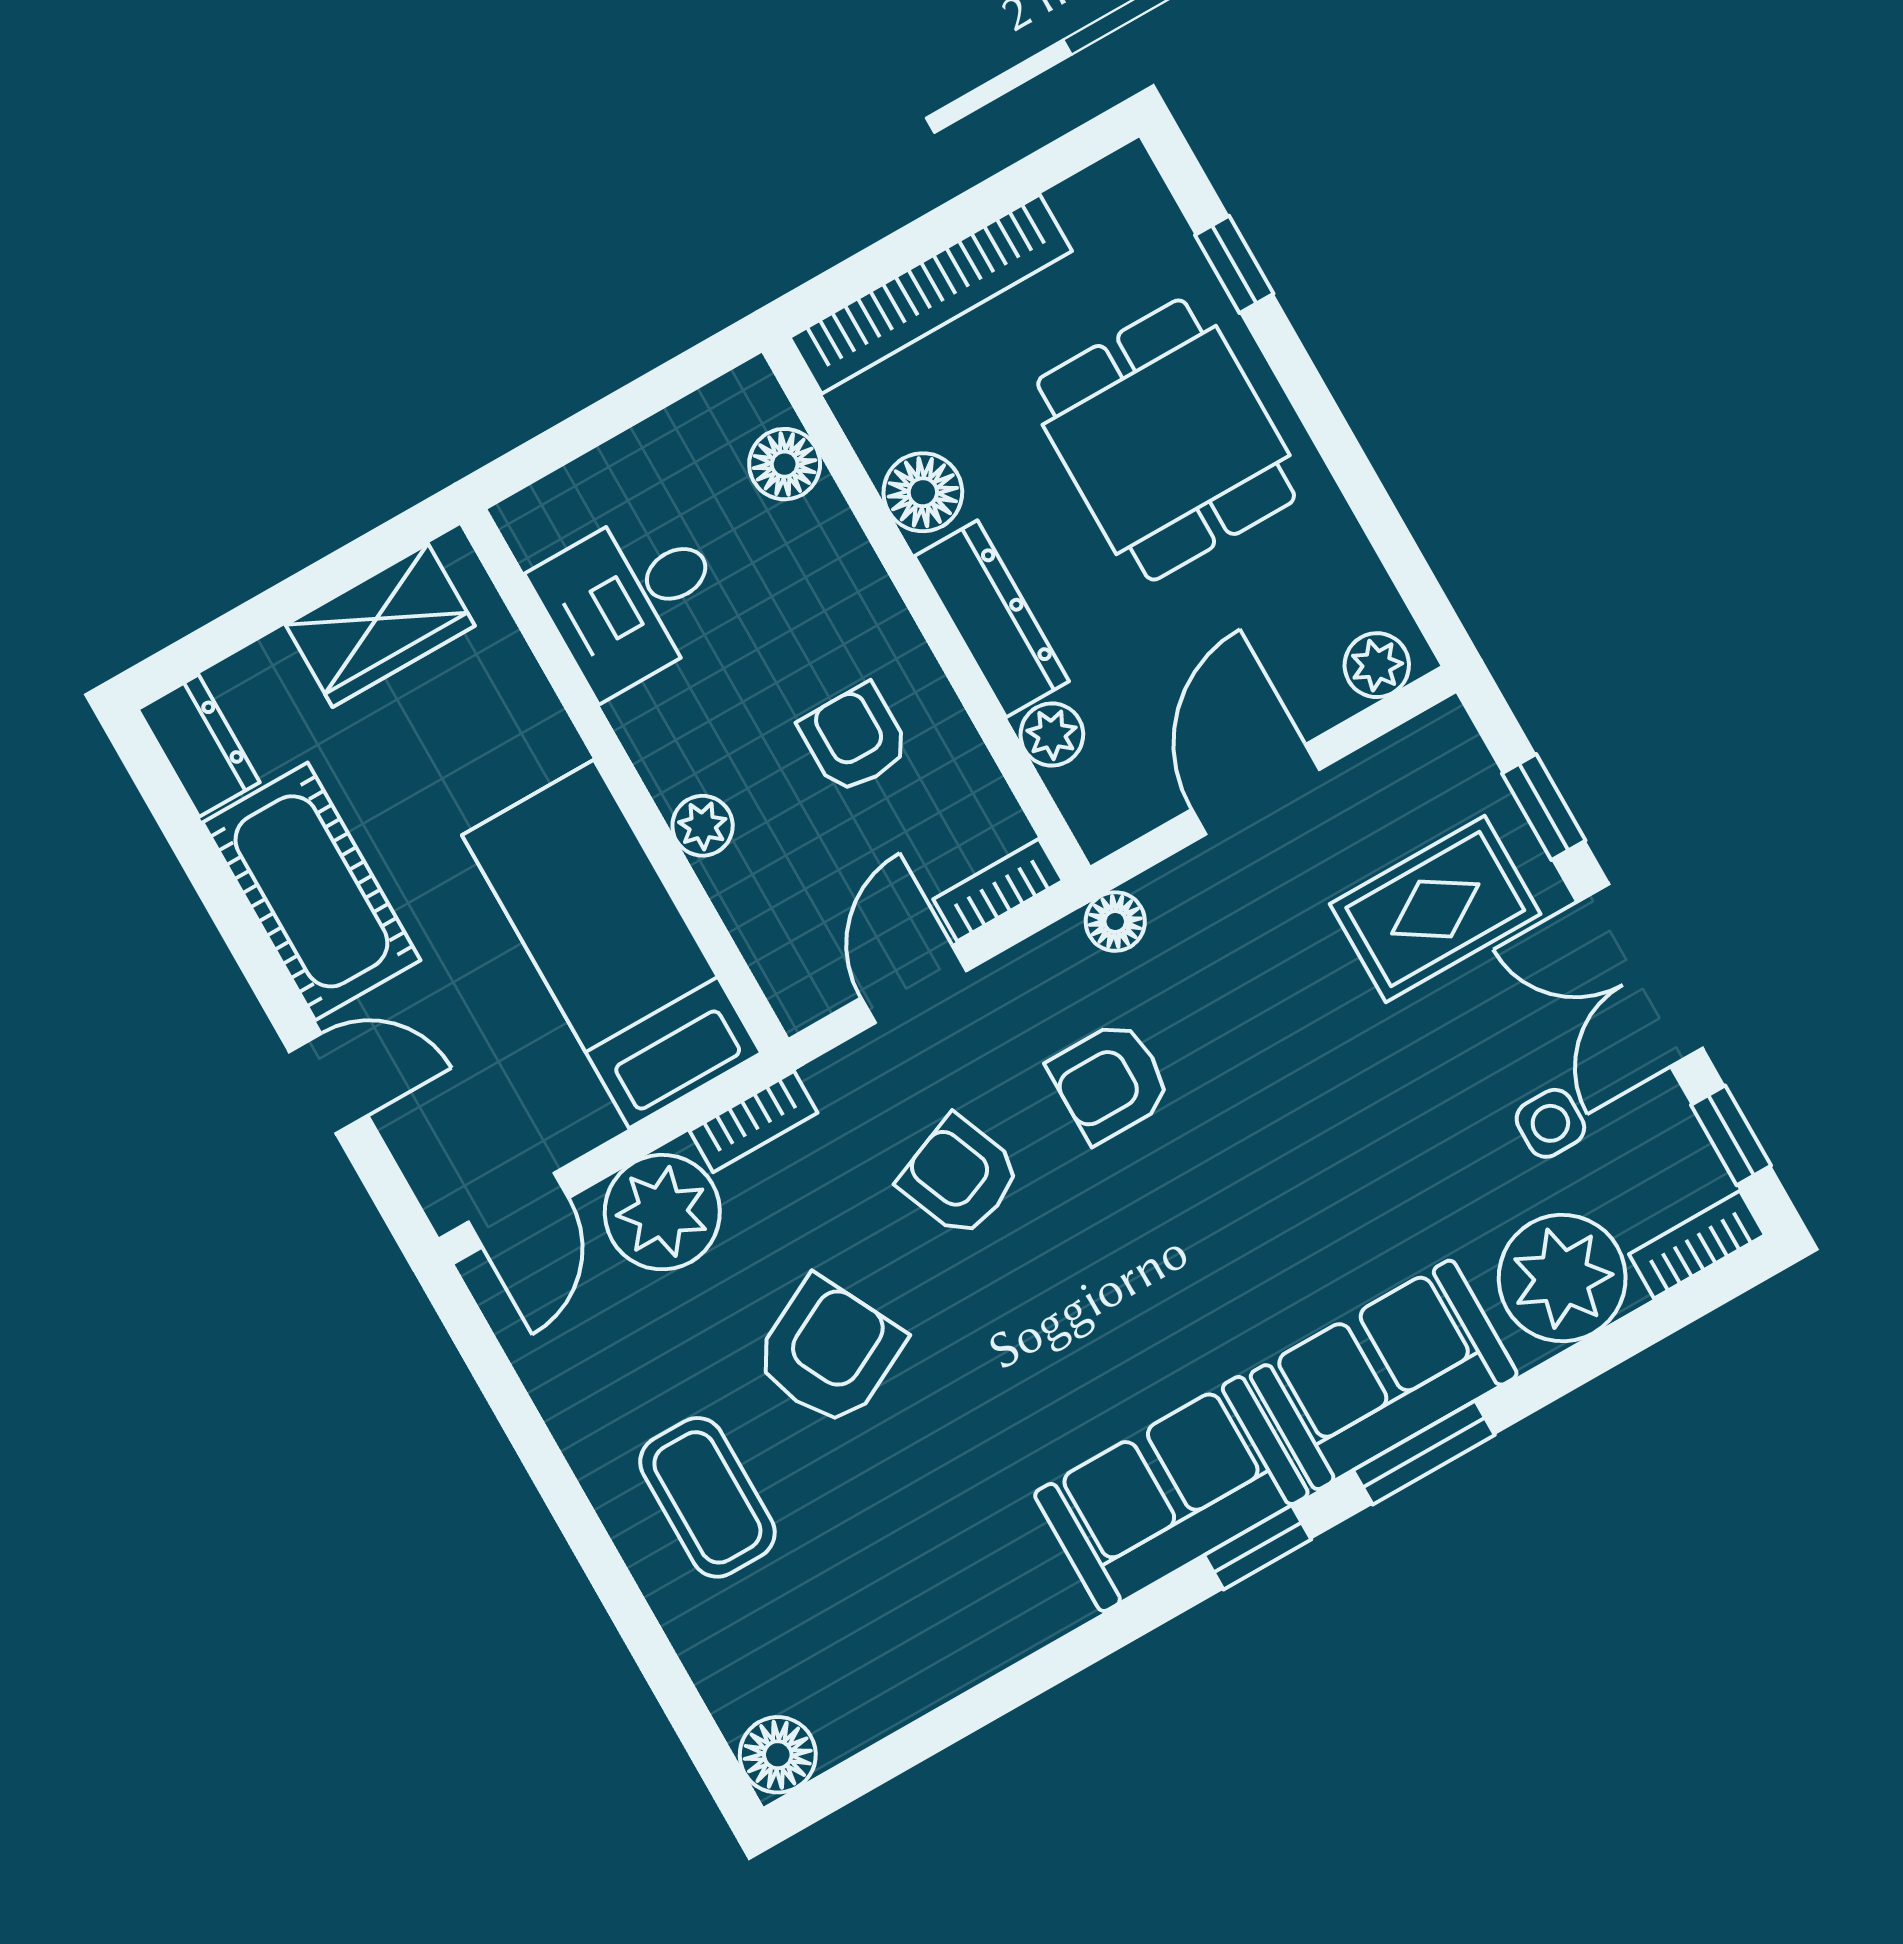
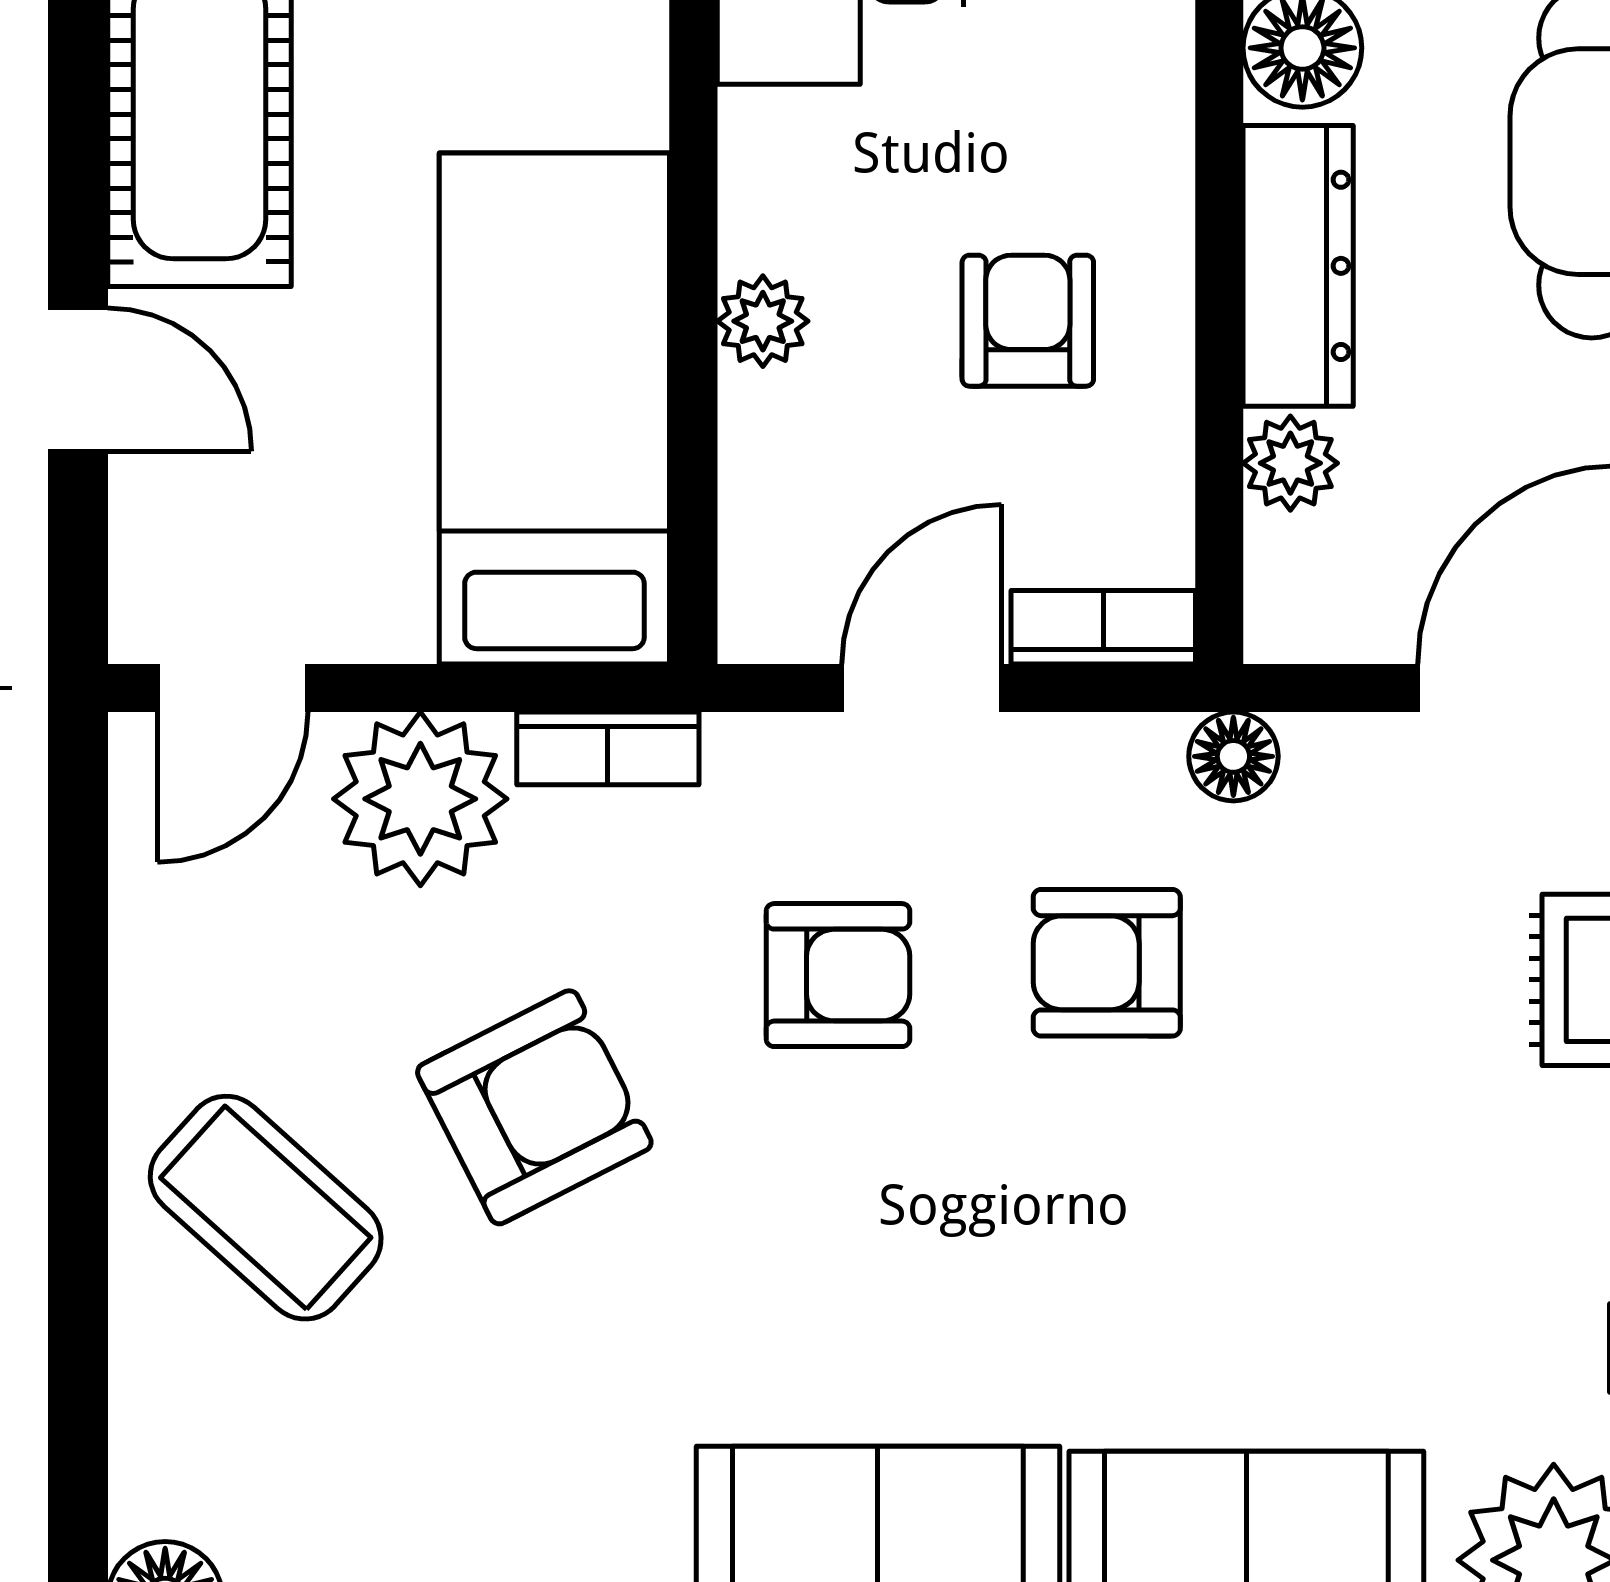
armchair: (960, 1176) -> (838, 975), turned 112
coffee table: (707, 1497) -> (266, 1208), turned -48

